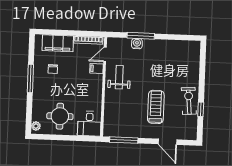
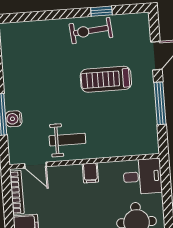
filing cabinet: (97, 69) -> (90, 173), moved
weight bench: (119, 77) -> (67, 140), turned 180
window: (124, 140) -> (160, 103), moved

